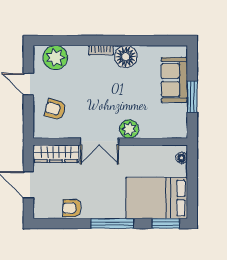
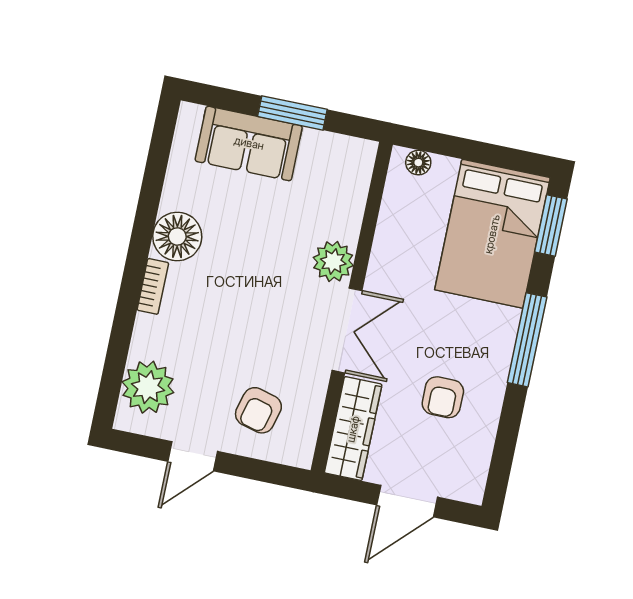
armchair: (72, 208) -> (443, 397), moved

